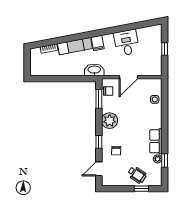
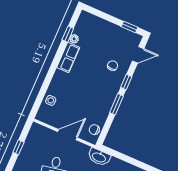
window: (99, 99) -> (117, 104), moved
plant: (110, 121) -> (106, 99), removed
wheelchair: (137, 175) -> (102, 32), removed
window: (141, 189) -> (129, 27), moved

